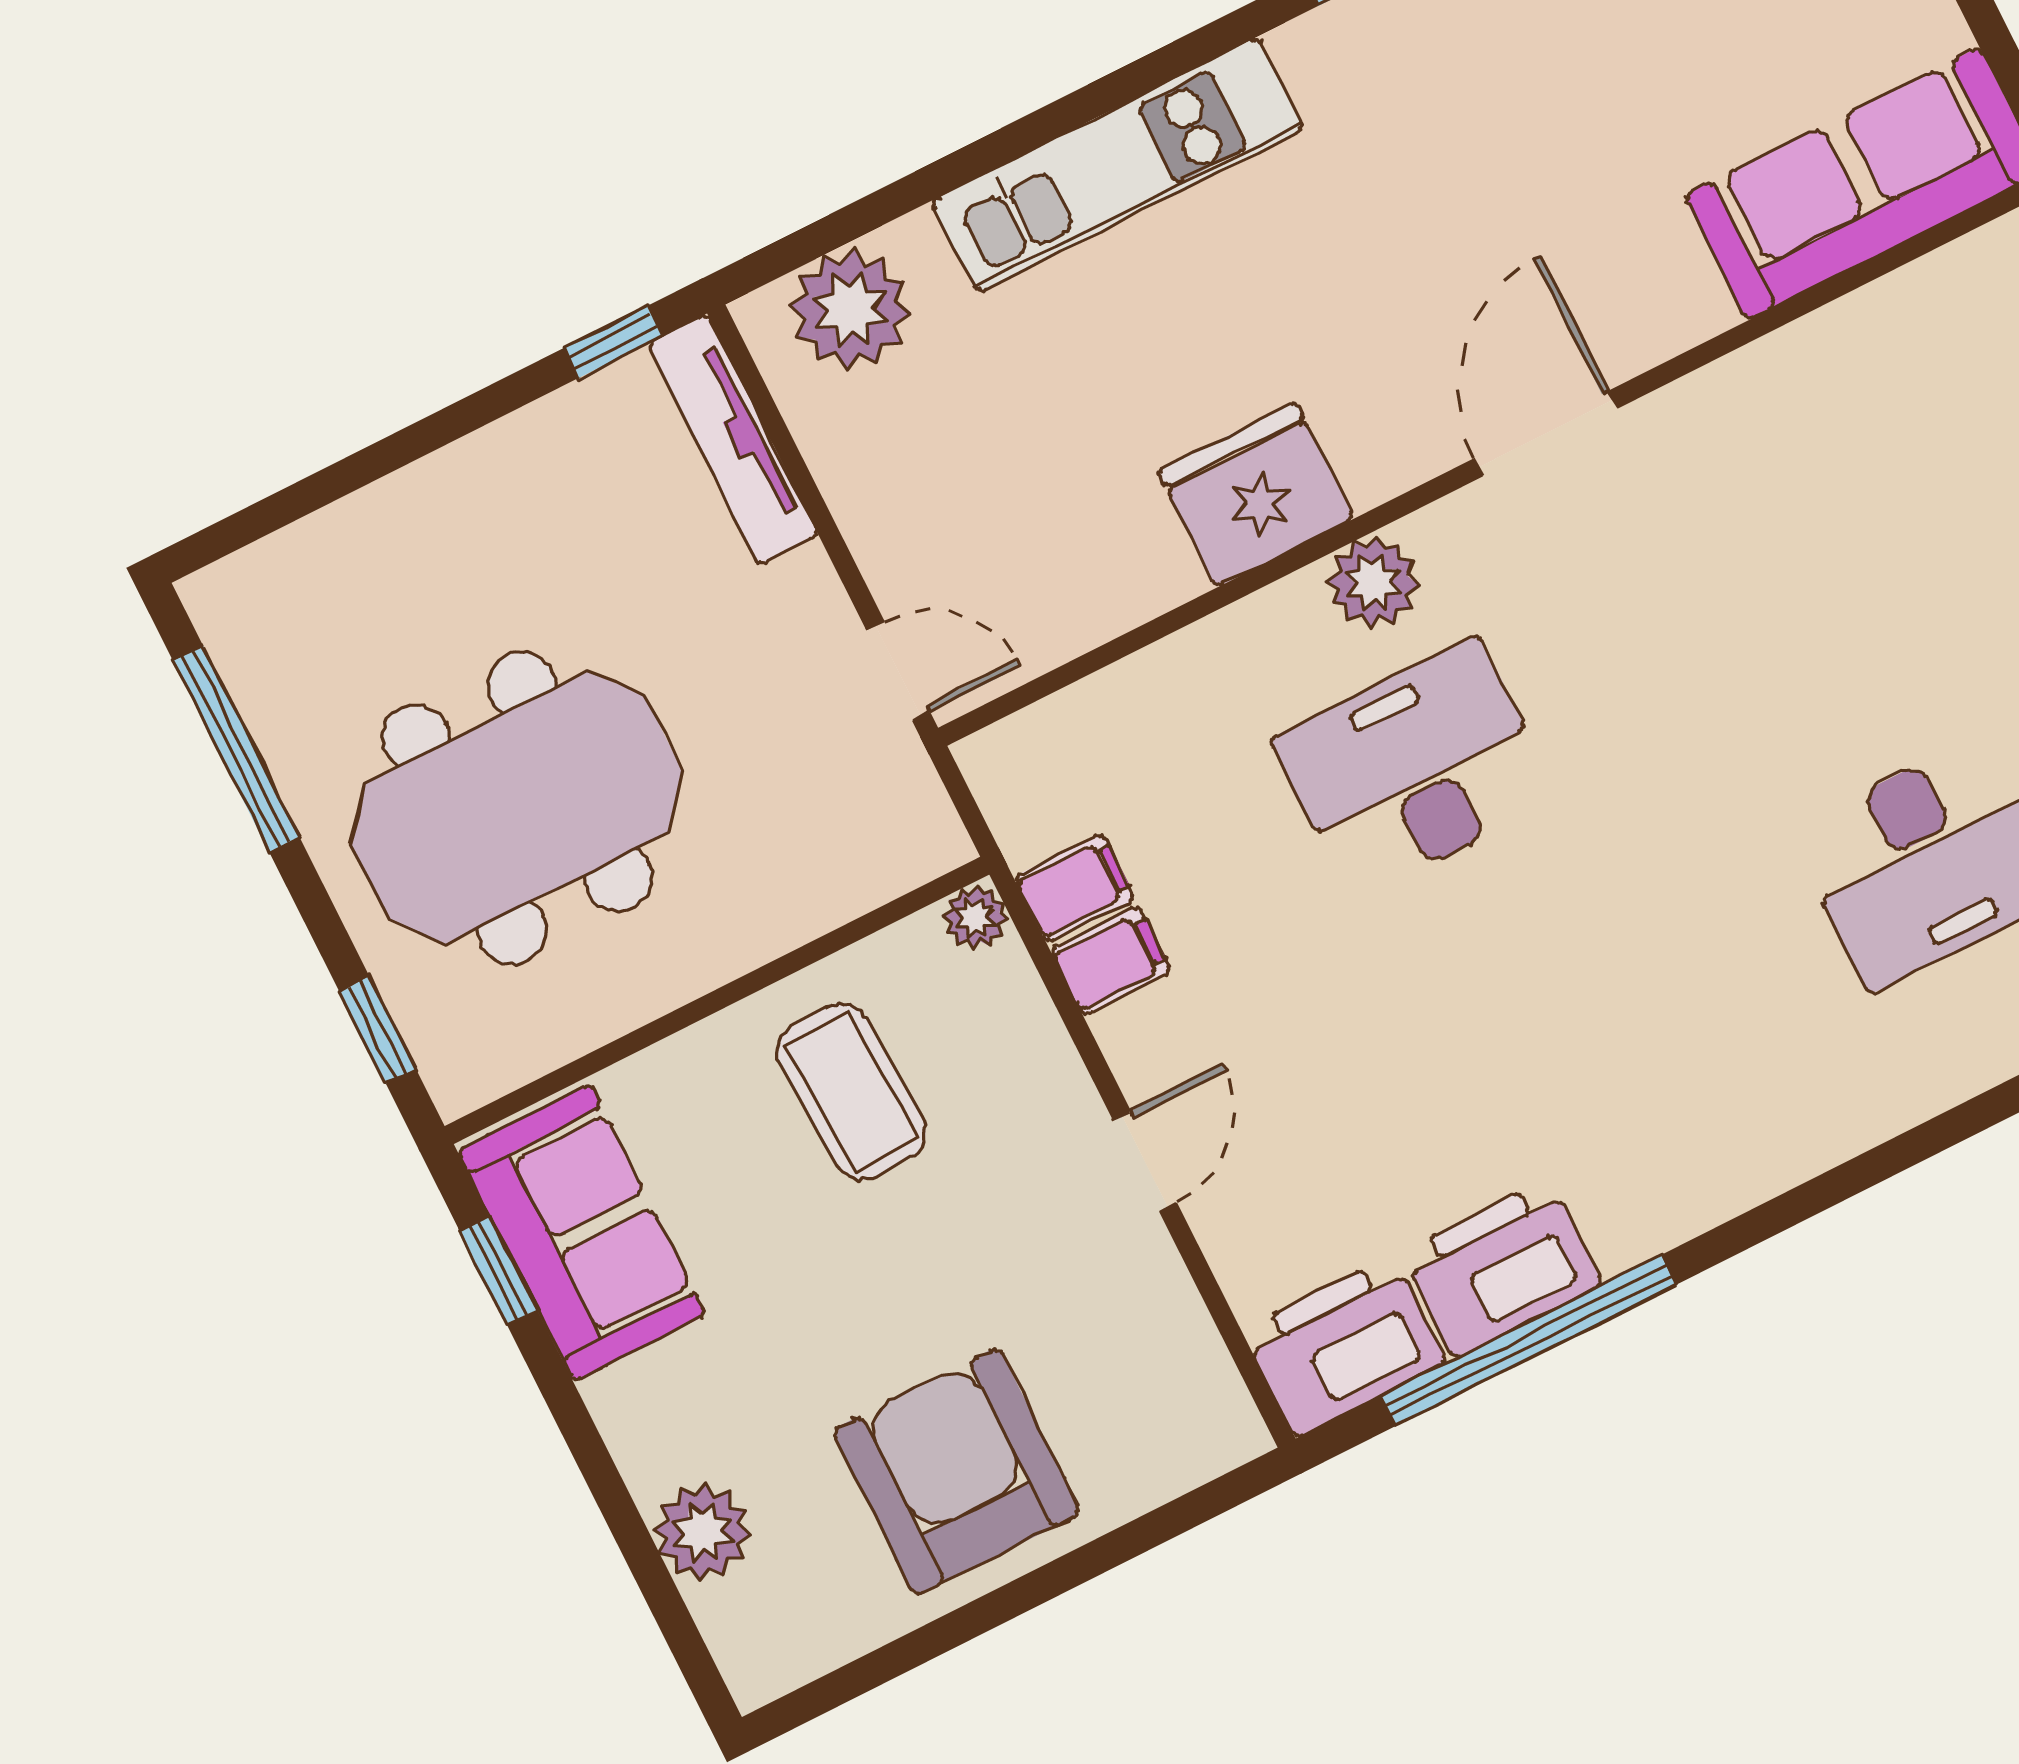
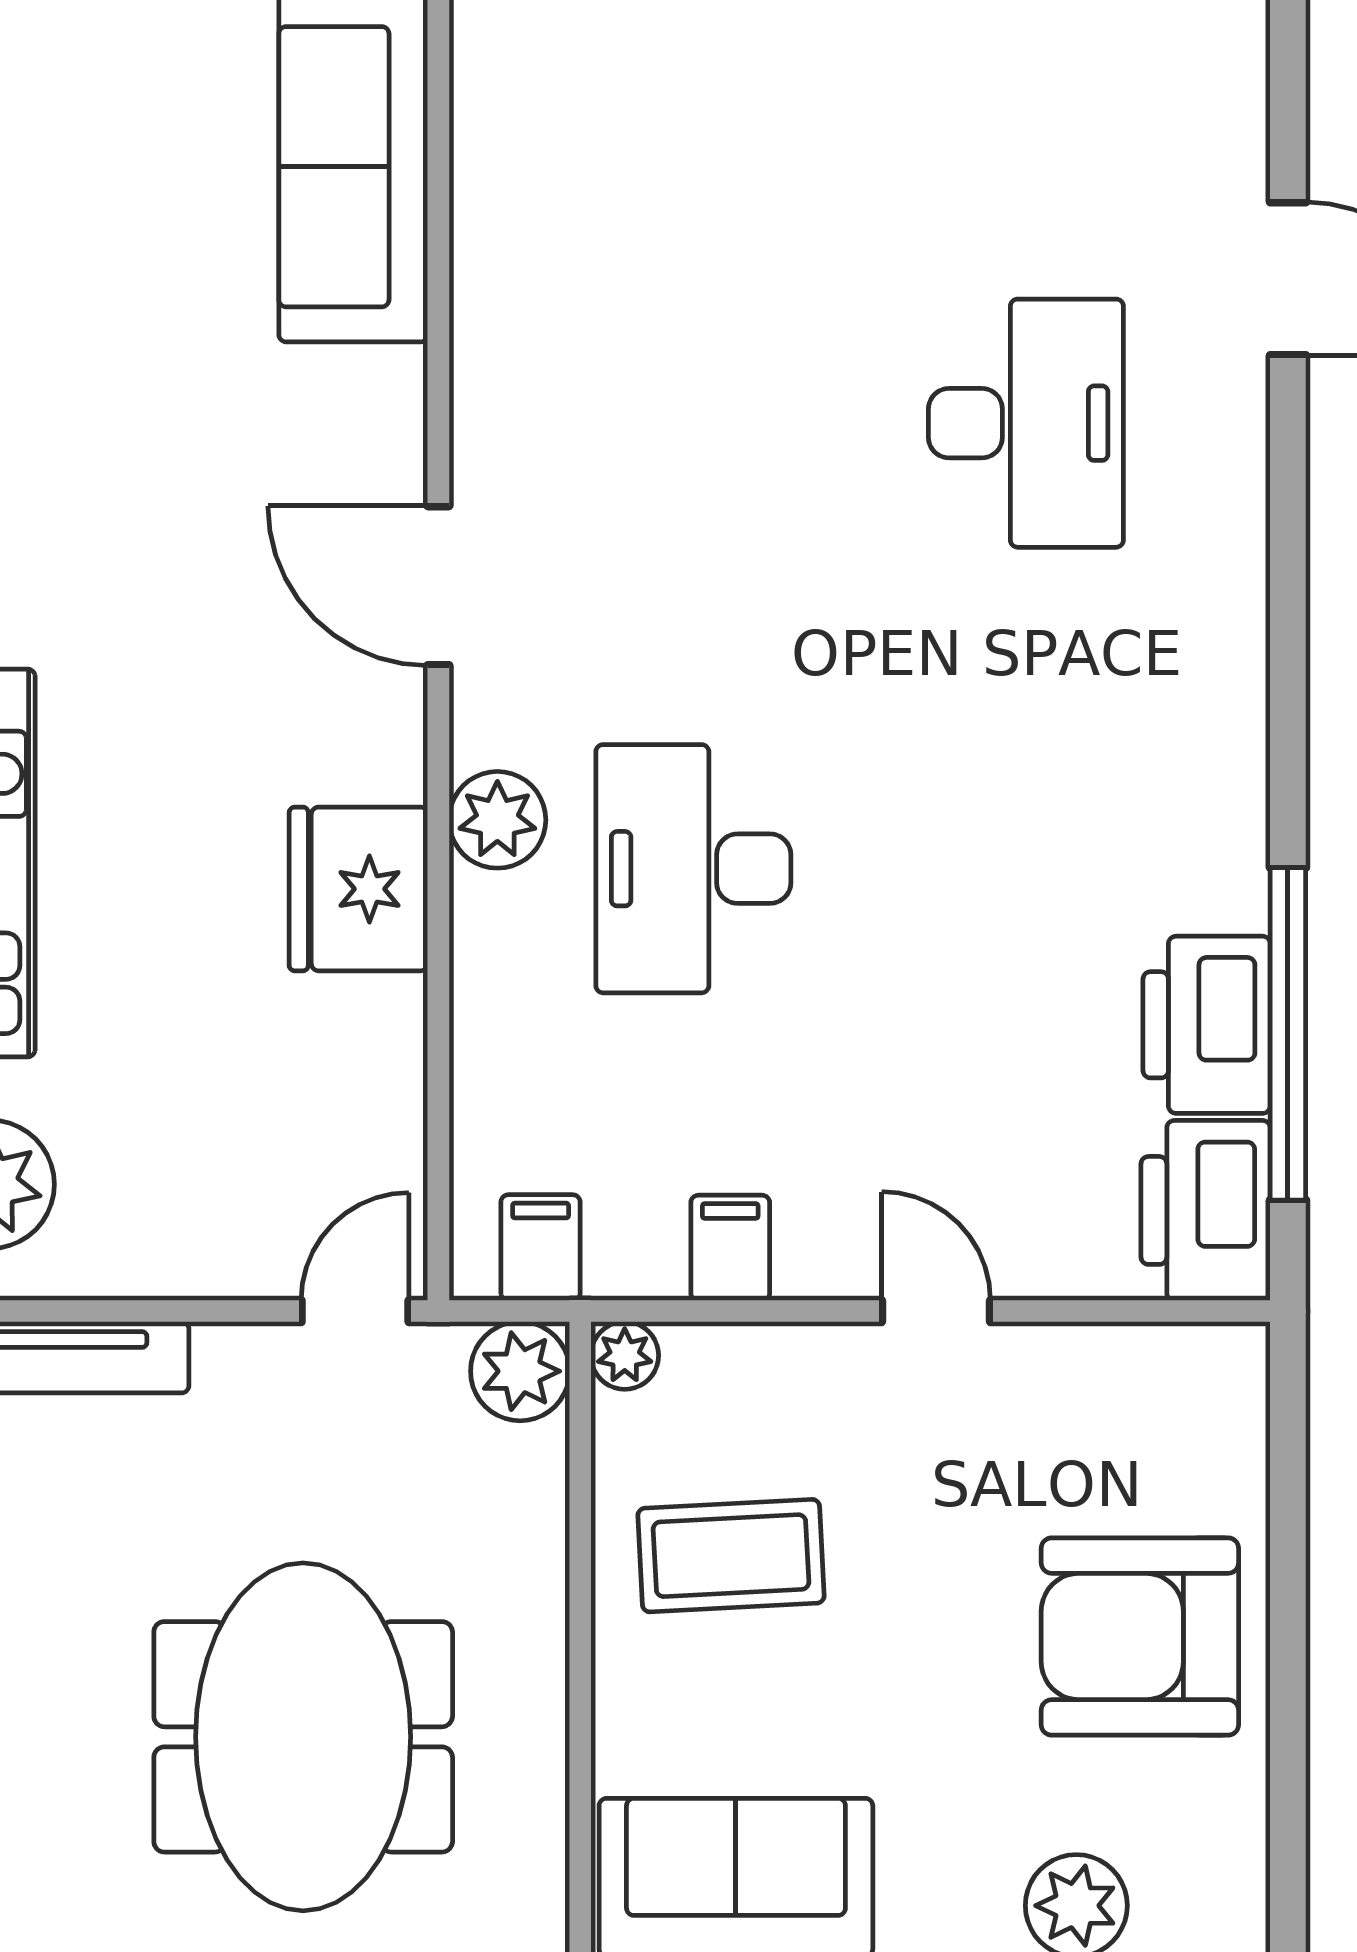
plant: (918, 836) -> (520, 1371), added
filing cabinet: (1075, 888) -> (541, 1248), moved

